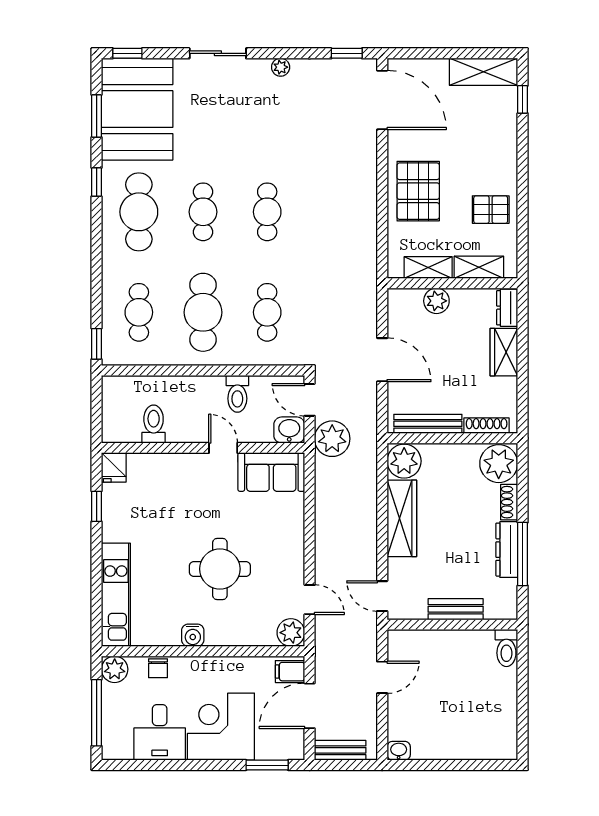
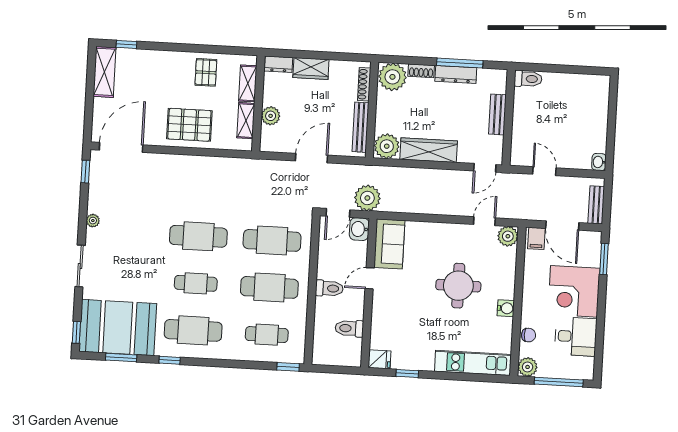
cafe table: (267, 212) -> (198, 236), width x1.37, depth x1.35
cafe table: (267, 312) -> (272, 240), width x1.37, depth x1.35
toilet: (237, 394) -> (329, 288), moved

